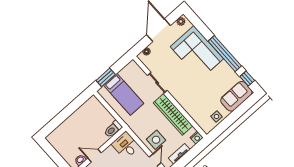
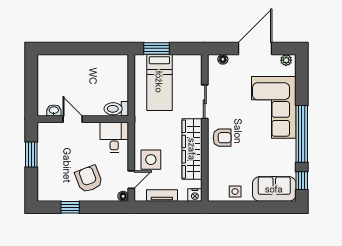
armchair: (184, 94) -> (222, 138), added

